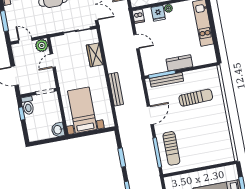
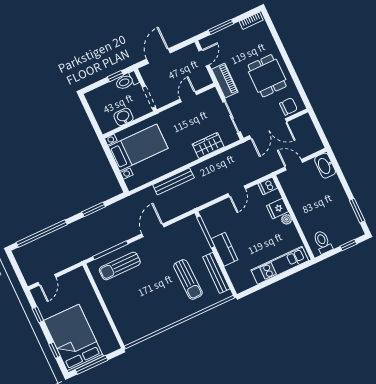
piano: (47, 29) -> (225, 81), added
plant: (42, 45) -> (203, 79), removed
door: (53, 61) -> (188, 97), hinge flipped
bench: (167, 80) -> (216, 273), moved
door: (150, 115) -> (153, 230), swing flipped
washbasin: (58, 130) -> (123, 117), moved

